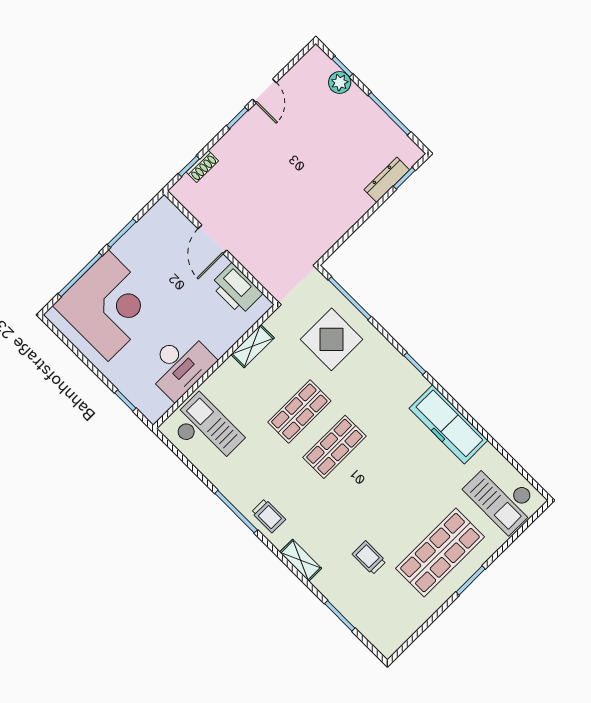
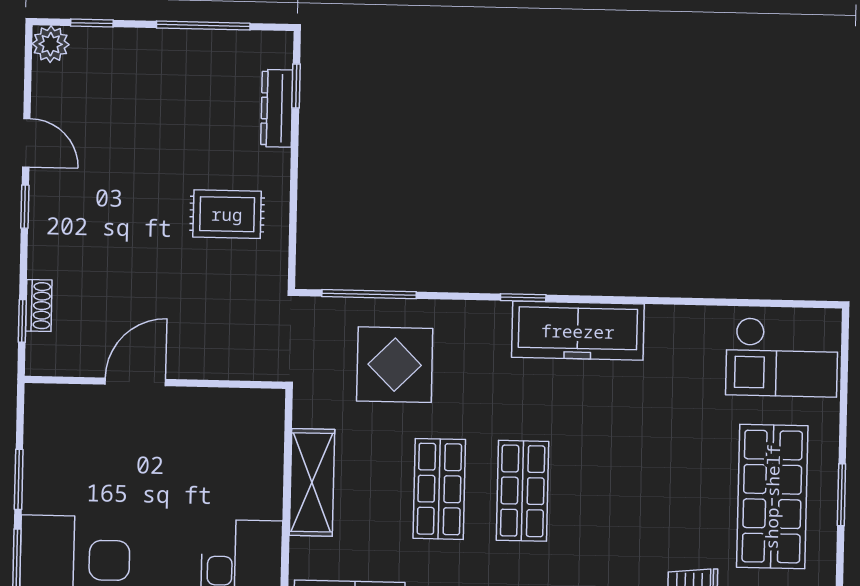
plant: (340, 82) -> (51, 44), moved
rug: (321, 205) -> (227, 214), added
door: (212, 239) -> (135, 382), swing flipped
printer: (236, 289) -> (222, 414), removed
shelving: (252, 346) -> (312, 482), width x1.50, depth x1.33
freezer: (448, 424) -> (578, 331), moved

